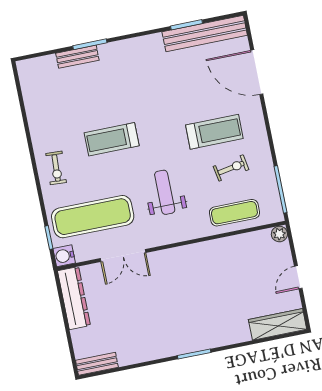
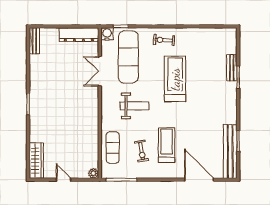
door: (257, 72) -> (199, 180), hinge flipped
treadmill: (214, 132) -> (167, 145), turned 180
treadmill: (112, 139) -> (175, 79), width x1.37, depth x1.38

